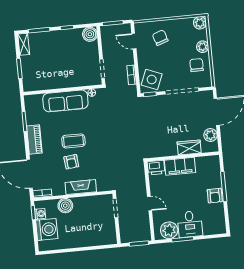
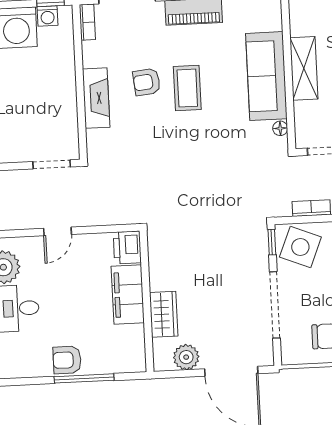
shelving: (61, 82) -> (304, 68), added
boiler: (65, 206) -> (61, 66), removed

